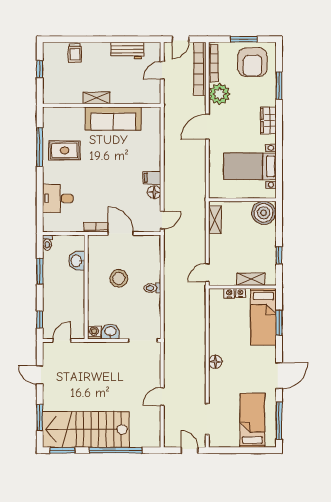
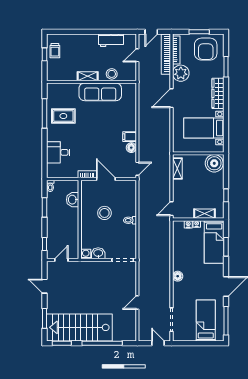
trolley: (75, 53) -> (55, 51), moved
stool: (128, 95) -> (112, 74), added
wardrobe: (268, 121) -> (218, 93), width x1.50

